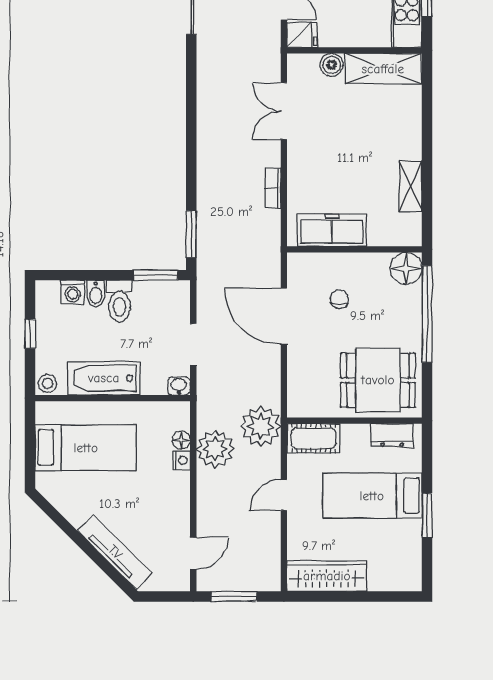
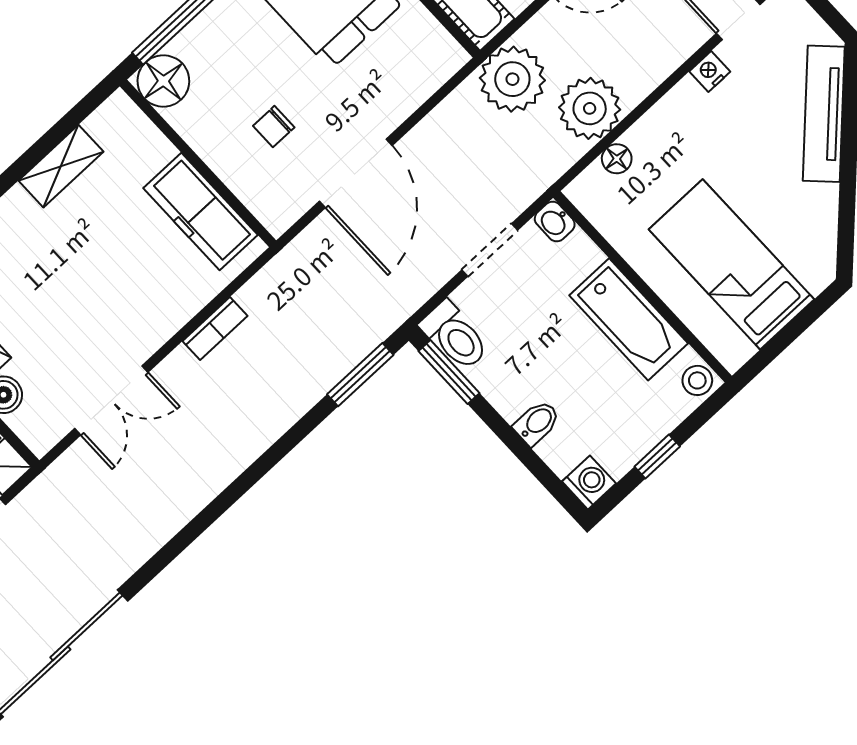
washing machine: (73, 292) -> (589, 482), moved
toilet: (119, 301) -> (455, 336), moved, turned 90
nightstand: (182, 460) -> (710, 72), moved

